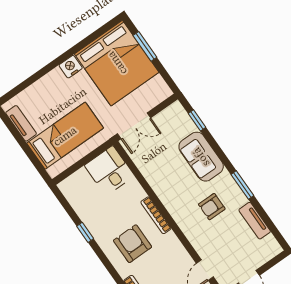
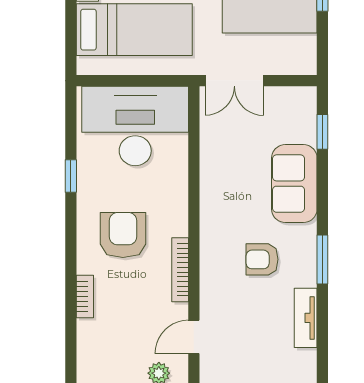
desk: (109, 171) -> (135, 126), width x1.87, depth x1.30
bookcase: (156, 215) -> (180, 270), moved

